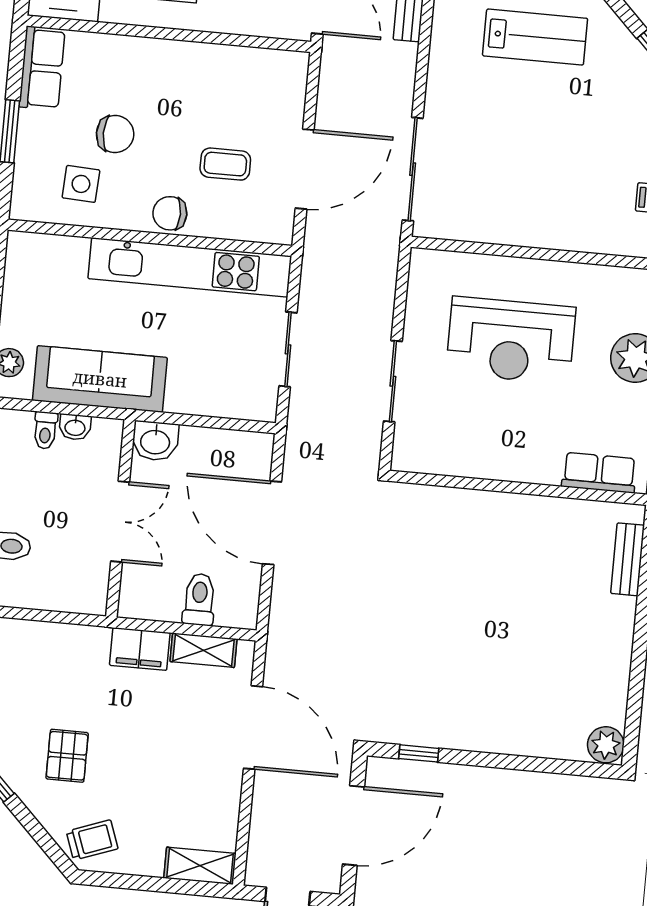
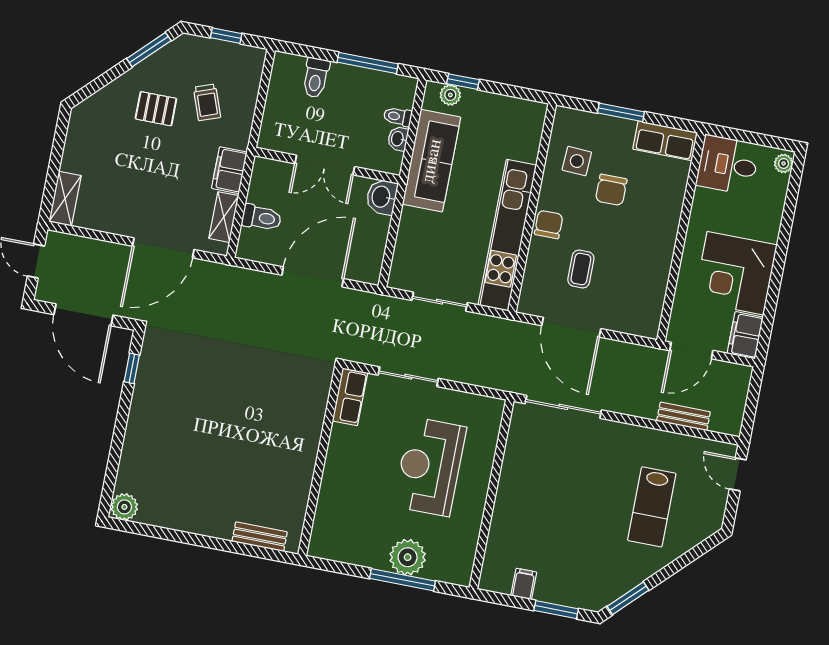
row of seats: (599, 473) -> (350, 397), moved
trolley: (92, 840) -> (207, 102), moved

